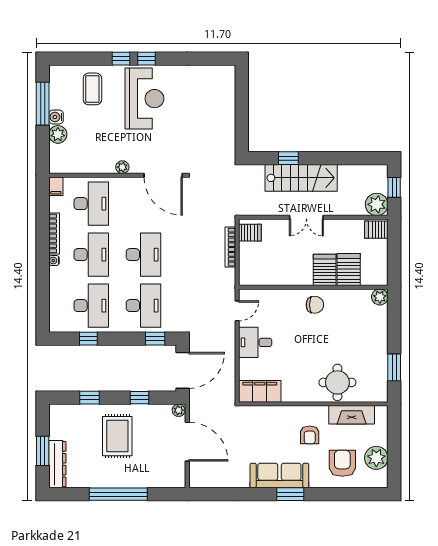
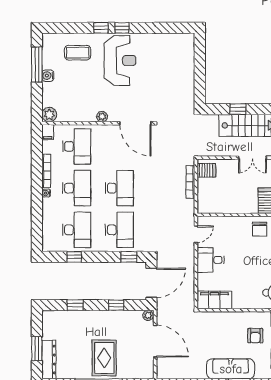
coffee table: (92, 89) -> (78, 53), turned 90
plant: (58, 134) -> (49, 115), moved
chair: (315, 305) -> (260, 229), turned 90
rug: (117, 436) -> (104, 358), moved

